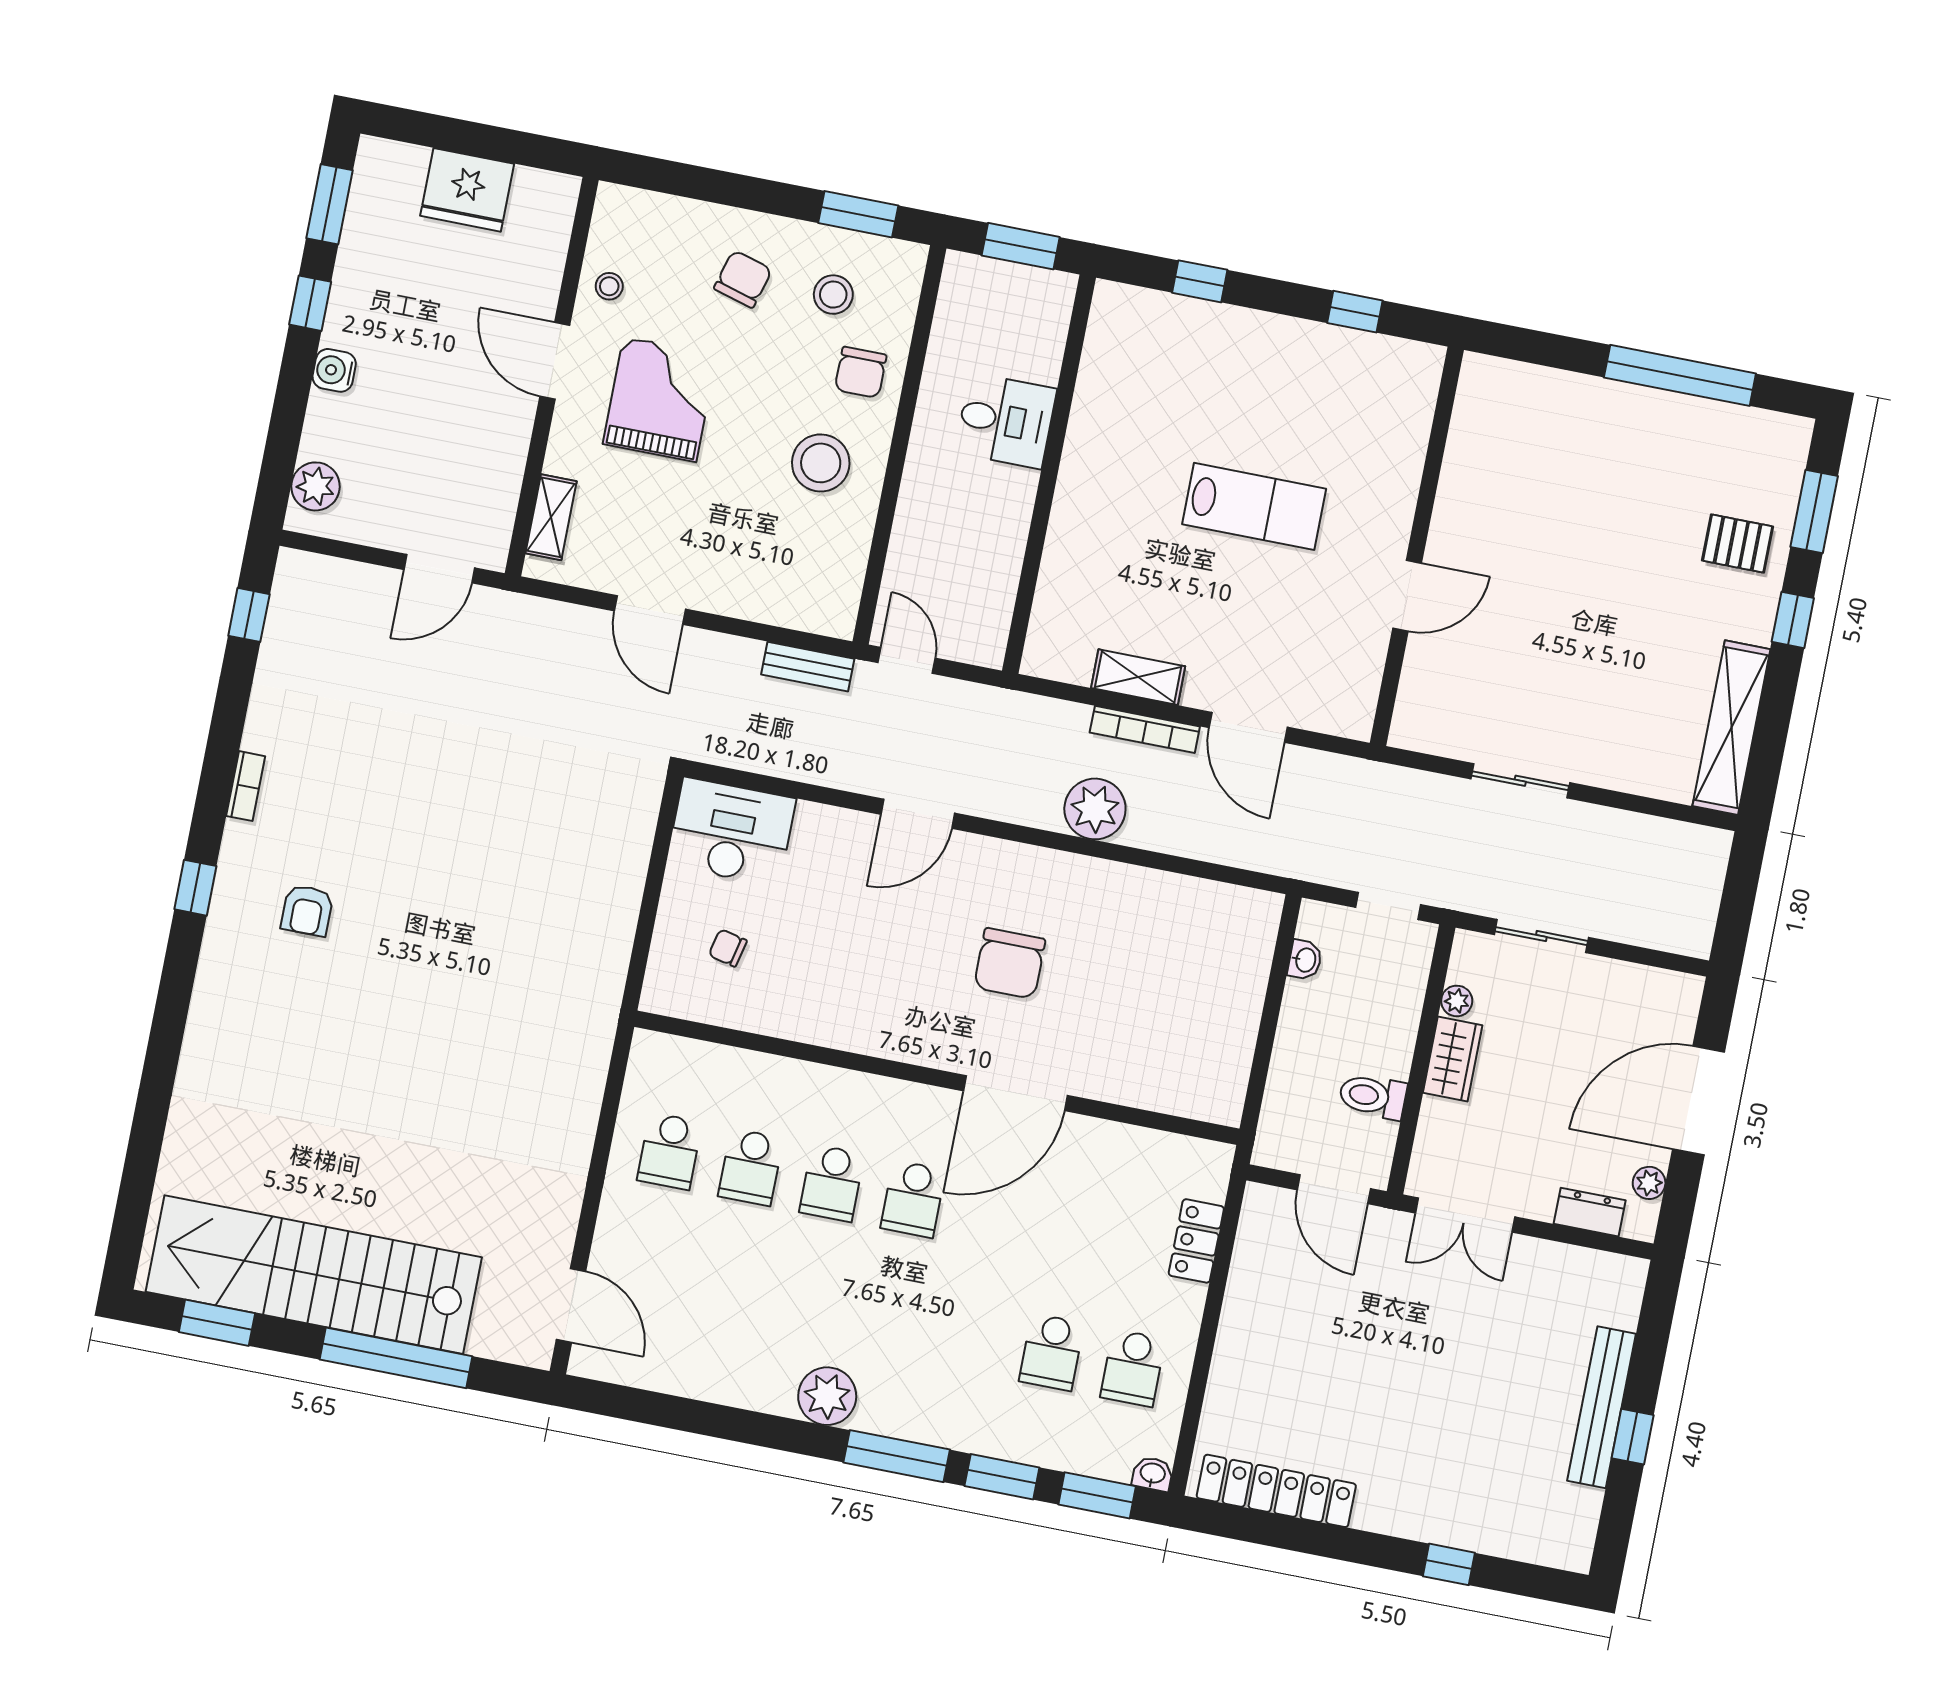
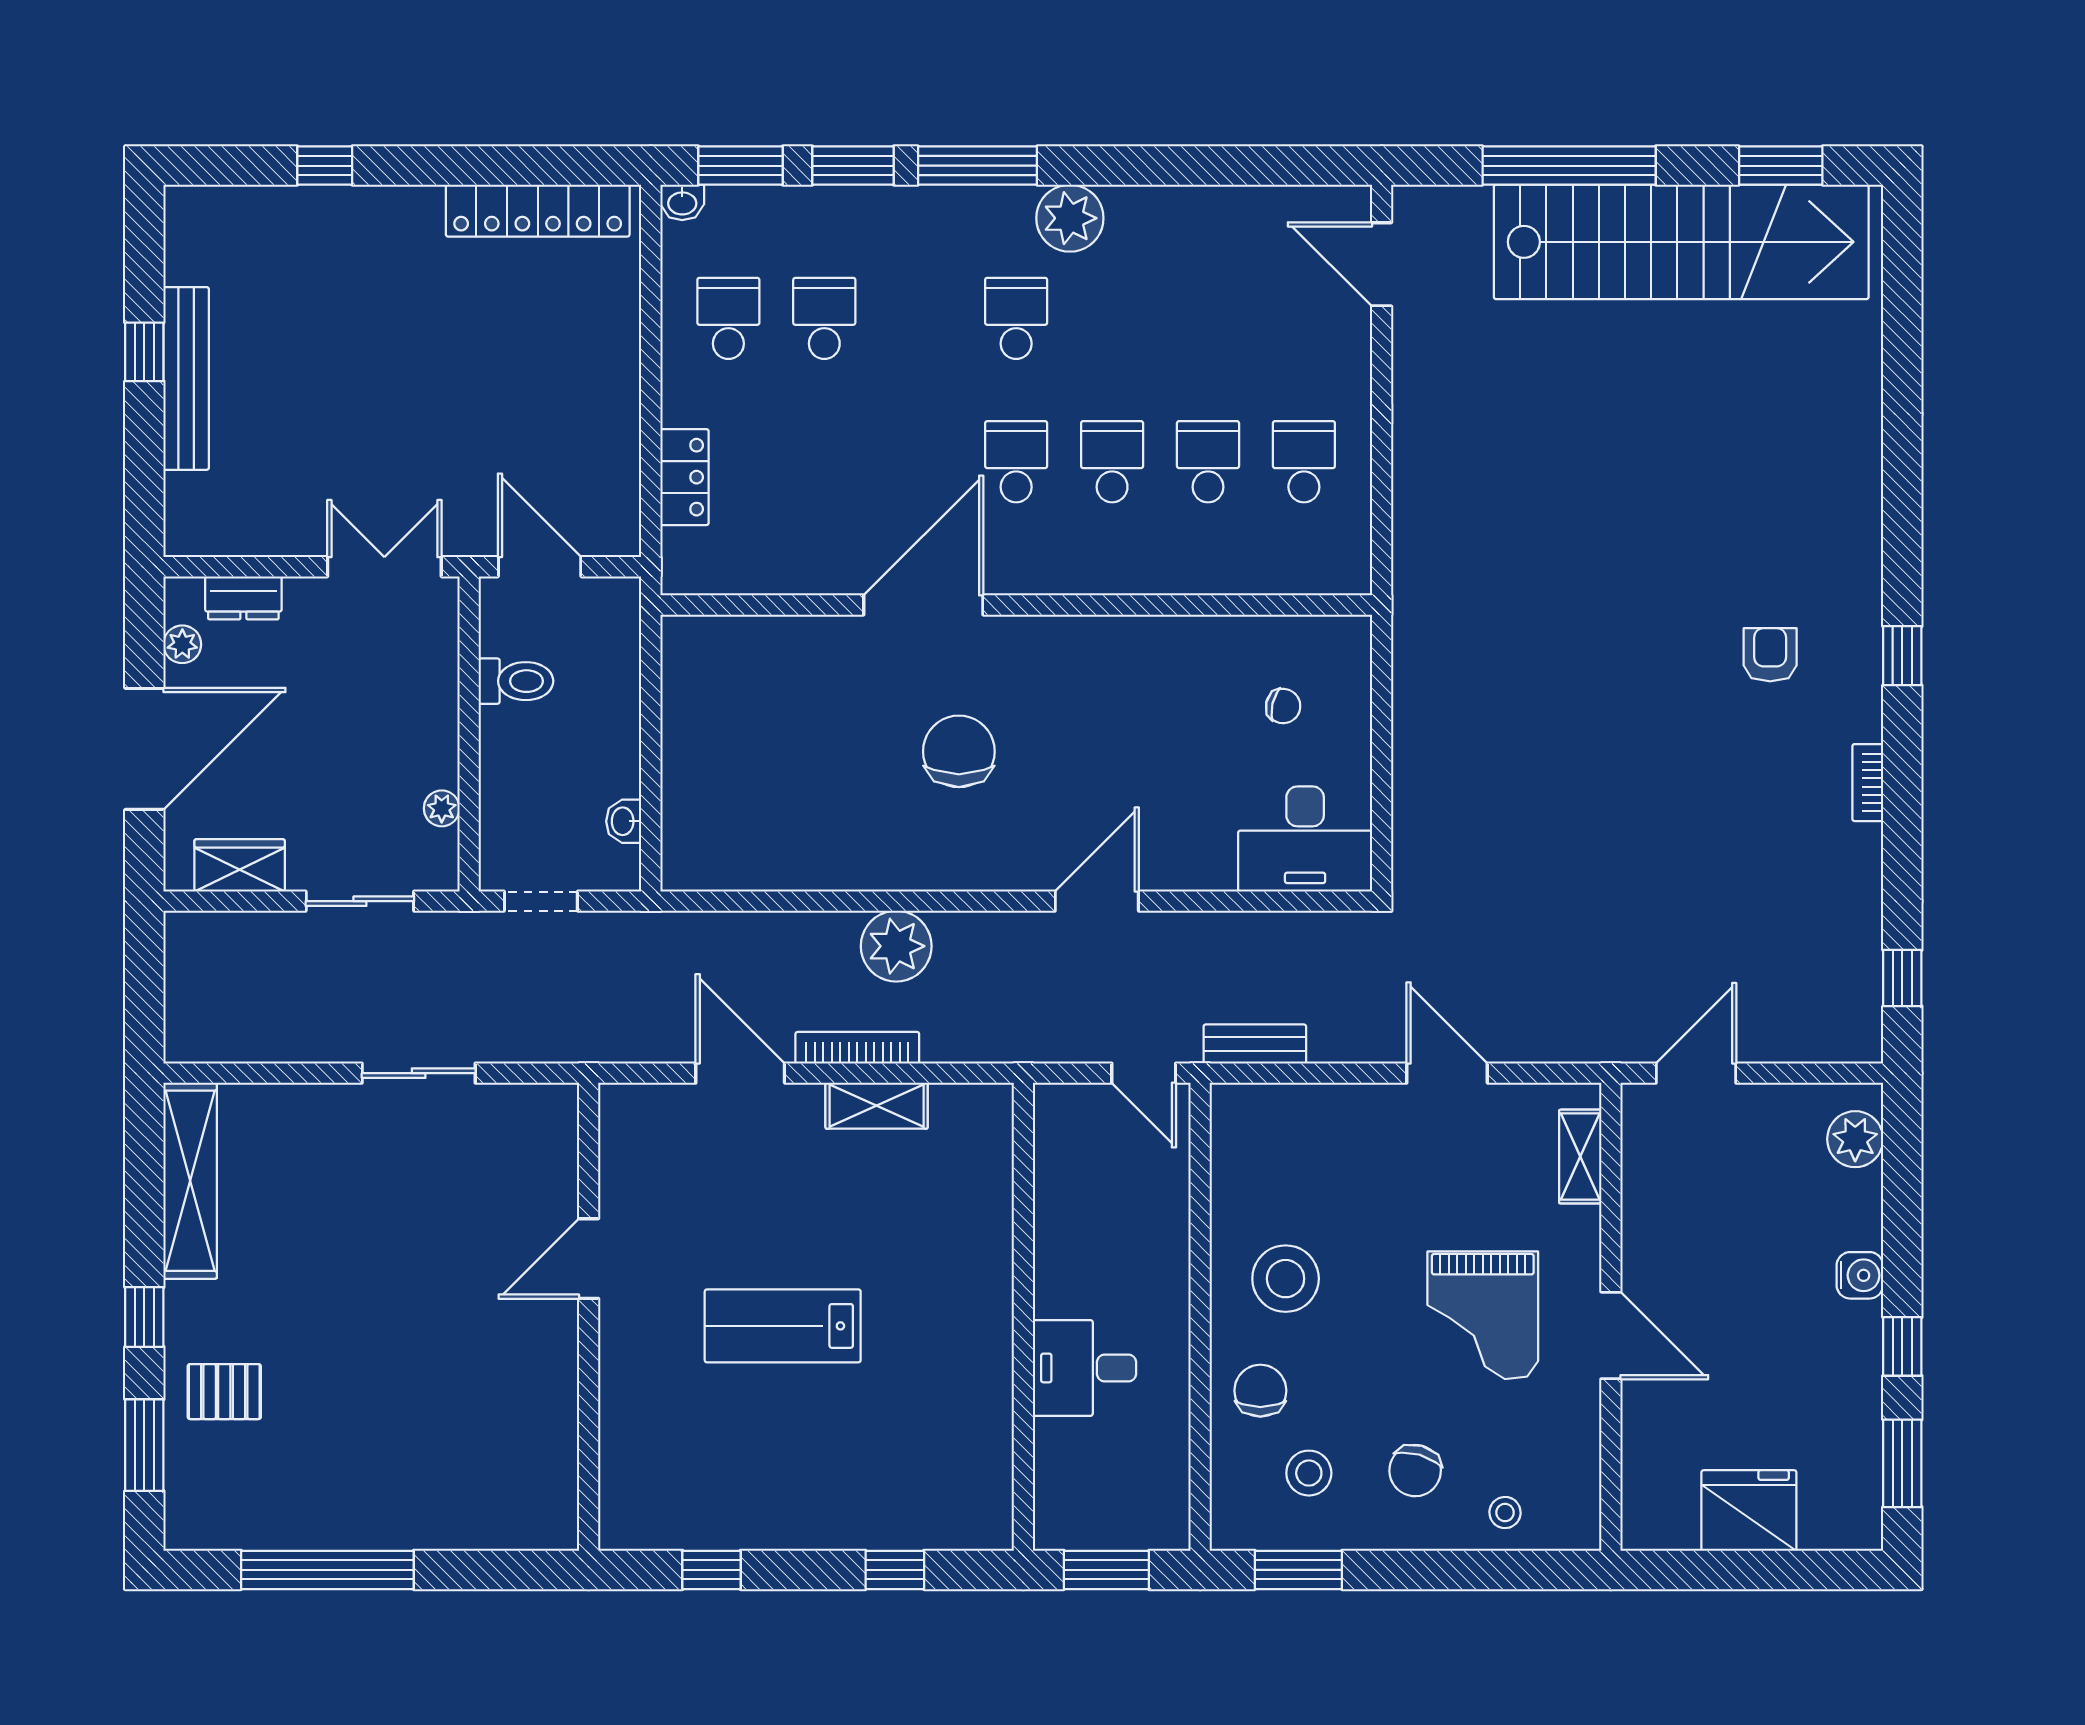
stool: (609, 286) -> (1505, 1513), moved
wardrobe: (1453, 1059) -> (240, 865), moved, turned 90
school desk: (889, 1320) -> (1016, 318), added

